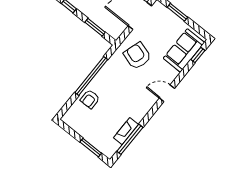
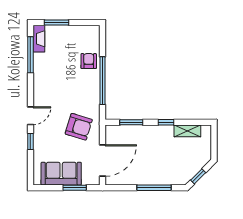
sofa: (184, 50) -> (61, 174), moved, turned -90
window: (198, 55) -> (30, 142), moved
fireplace: (126, 131) -> (39, 39), moved

